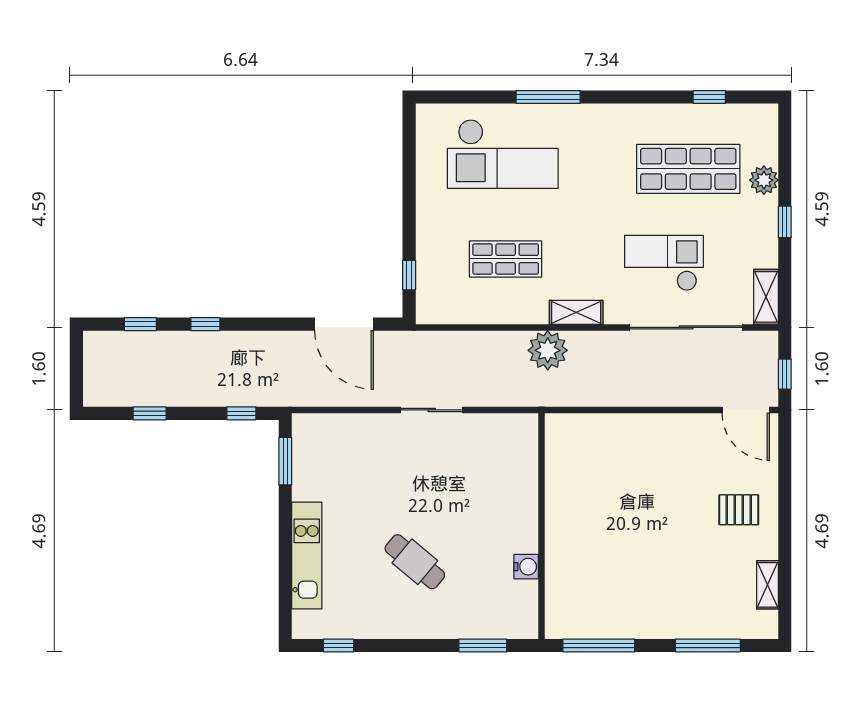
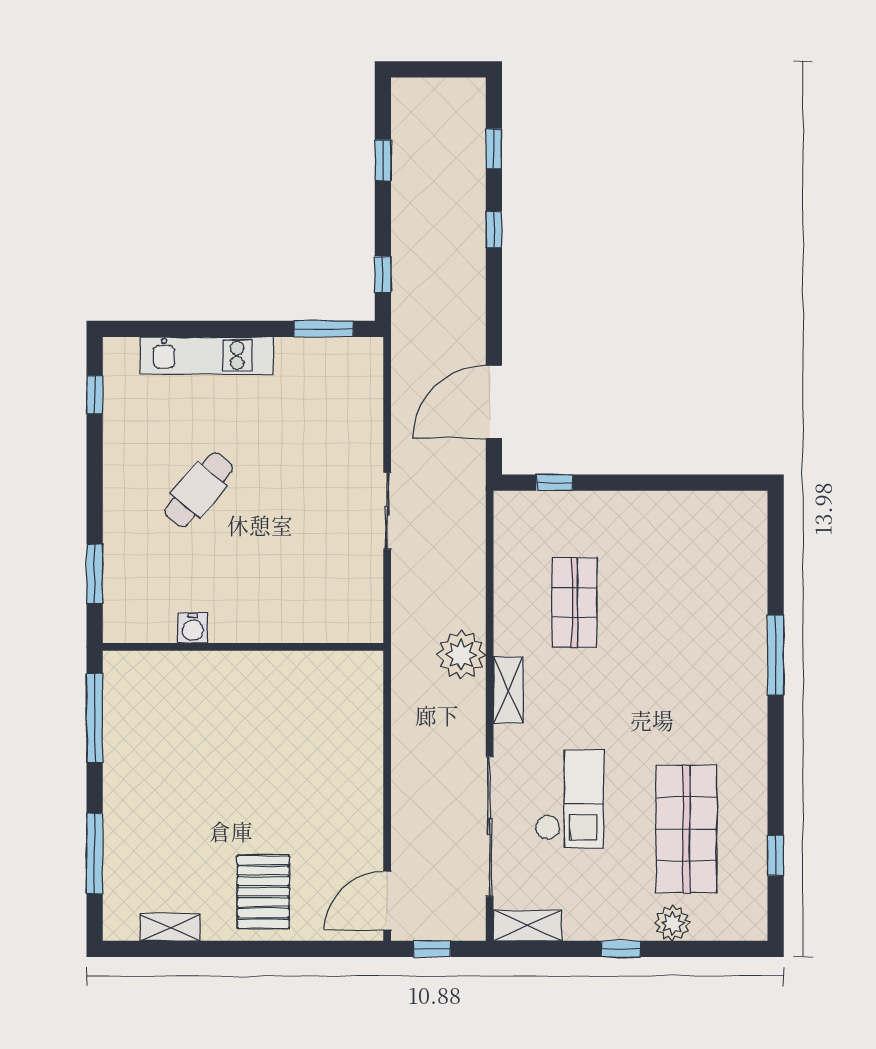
checkout: (503, 154) -> (705, 599), removed
pallet: (739, 510) -> (263, 892), width x1.50, depth x1.42

